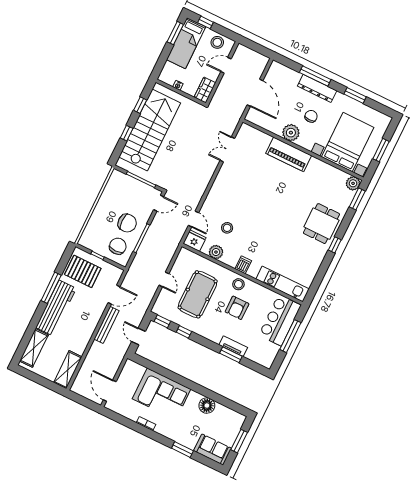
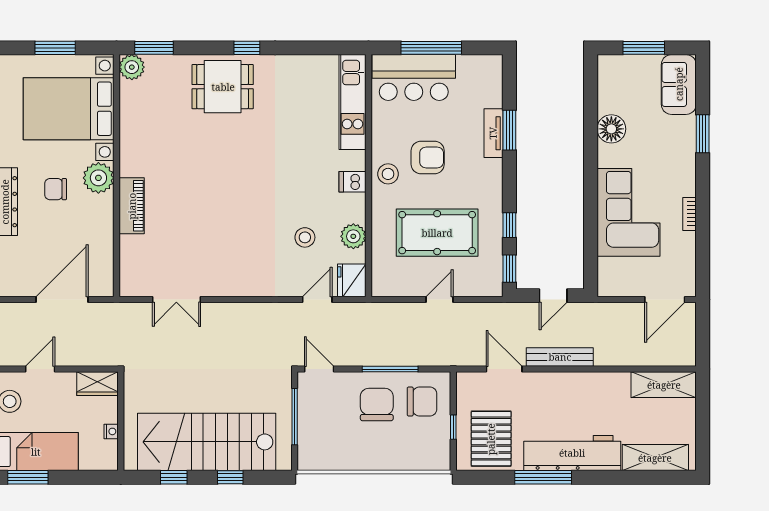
door: (226, 65) -> (40, 369), swing flipped
plant: (291, 133) -> (98, 178), moved
piano: (289, 154) -> (132, 206), width x0.73, depth x0.75
chair: (118, 246) -> (422, 401), turned 180

